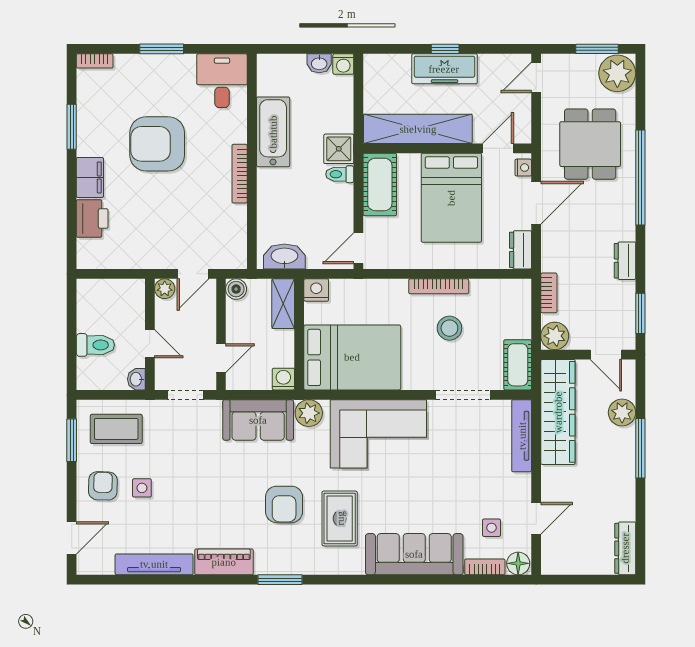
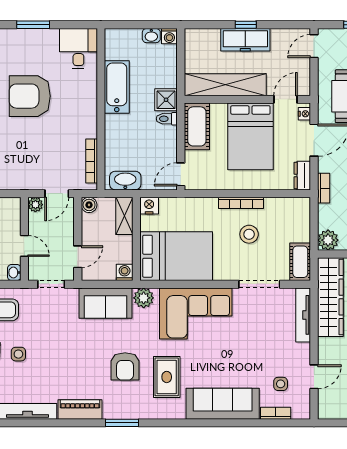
bookcase: (240, 174) -> (92, 161), moved
bookcase: (549, 293) -> (324, 188), moved
floor lamp: (518, 563) -> (301, 411), removed

